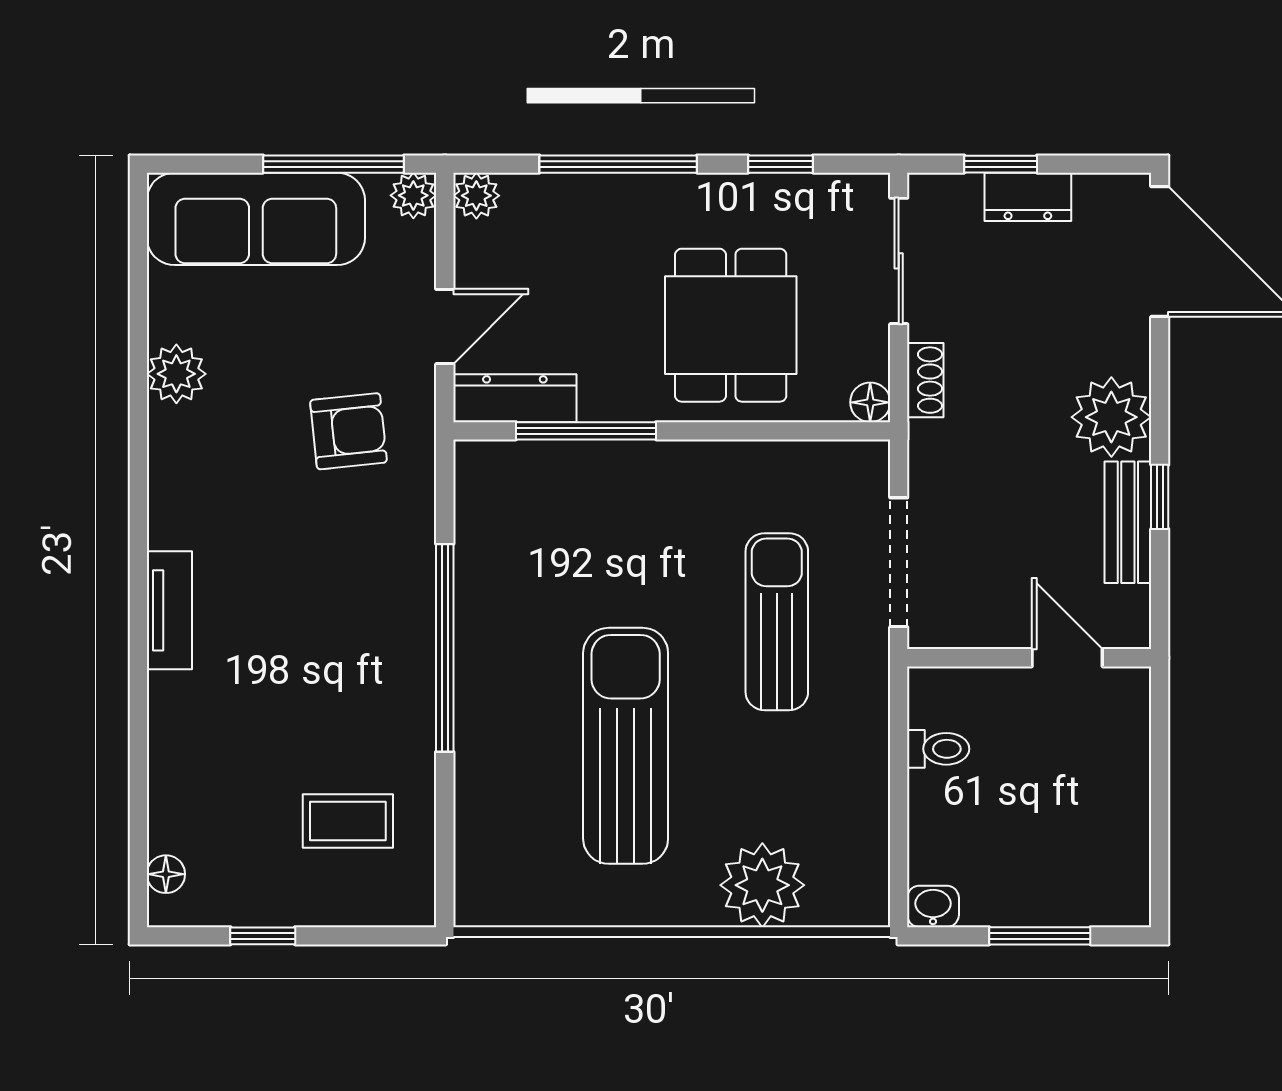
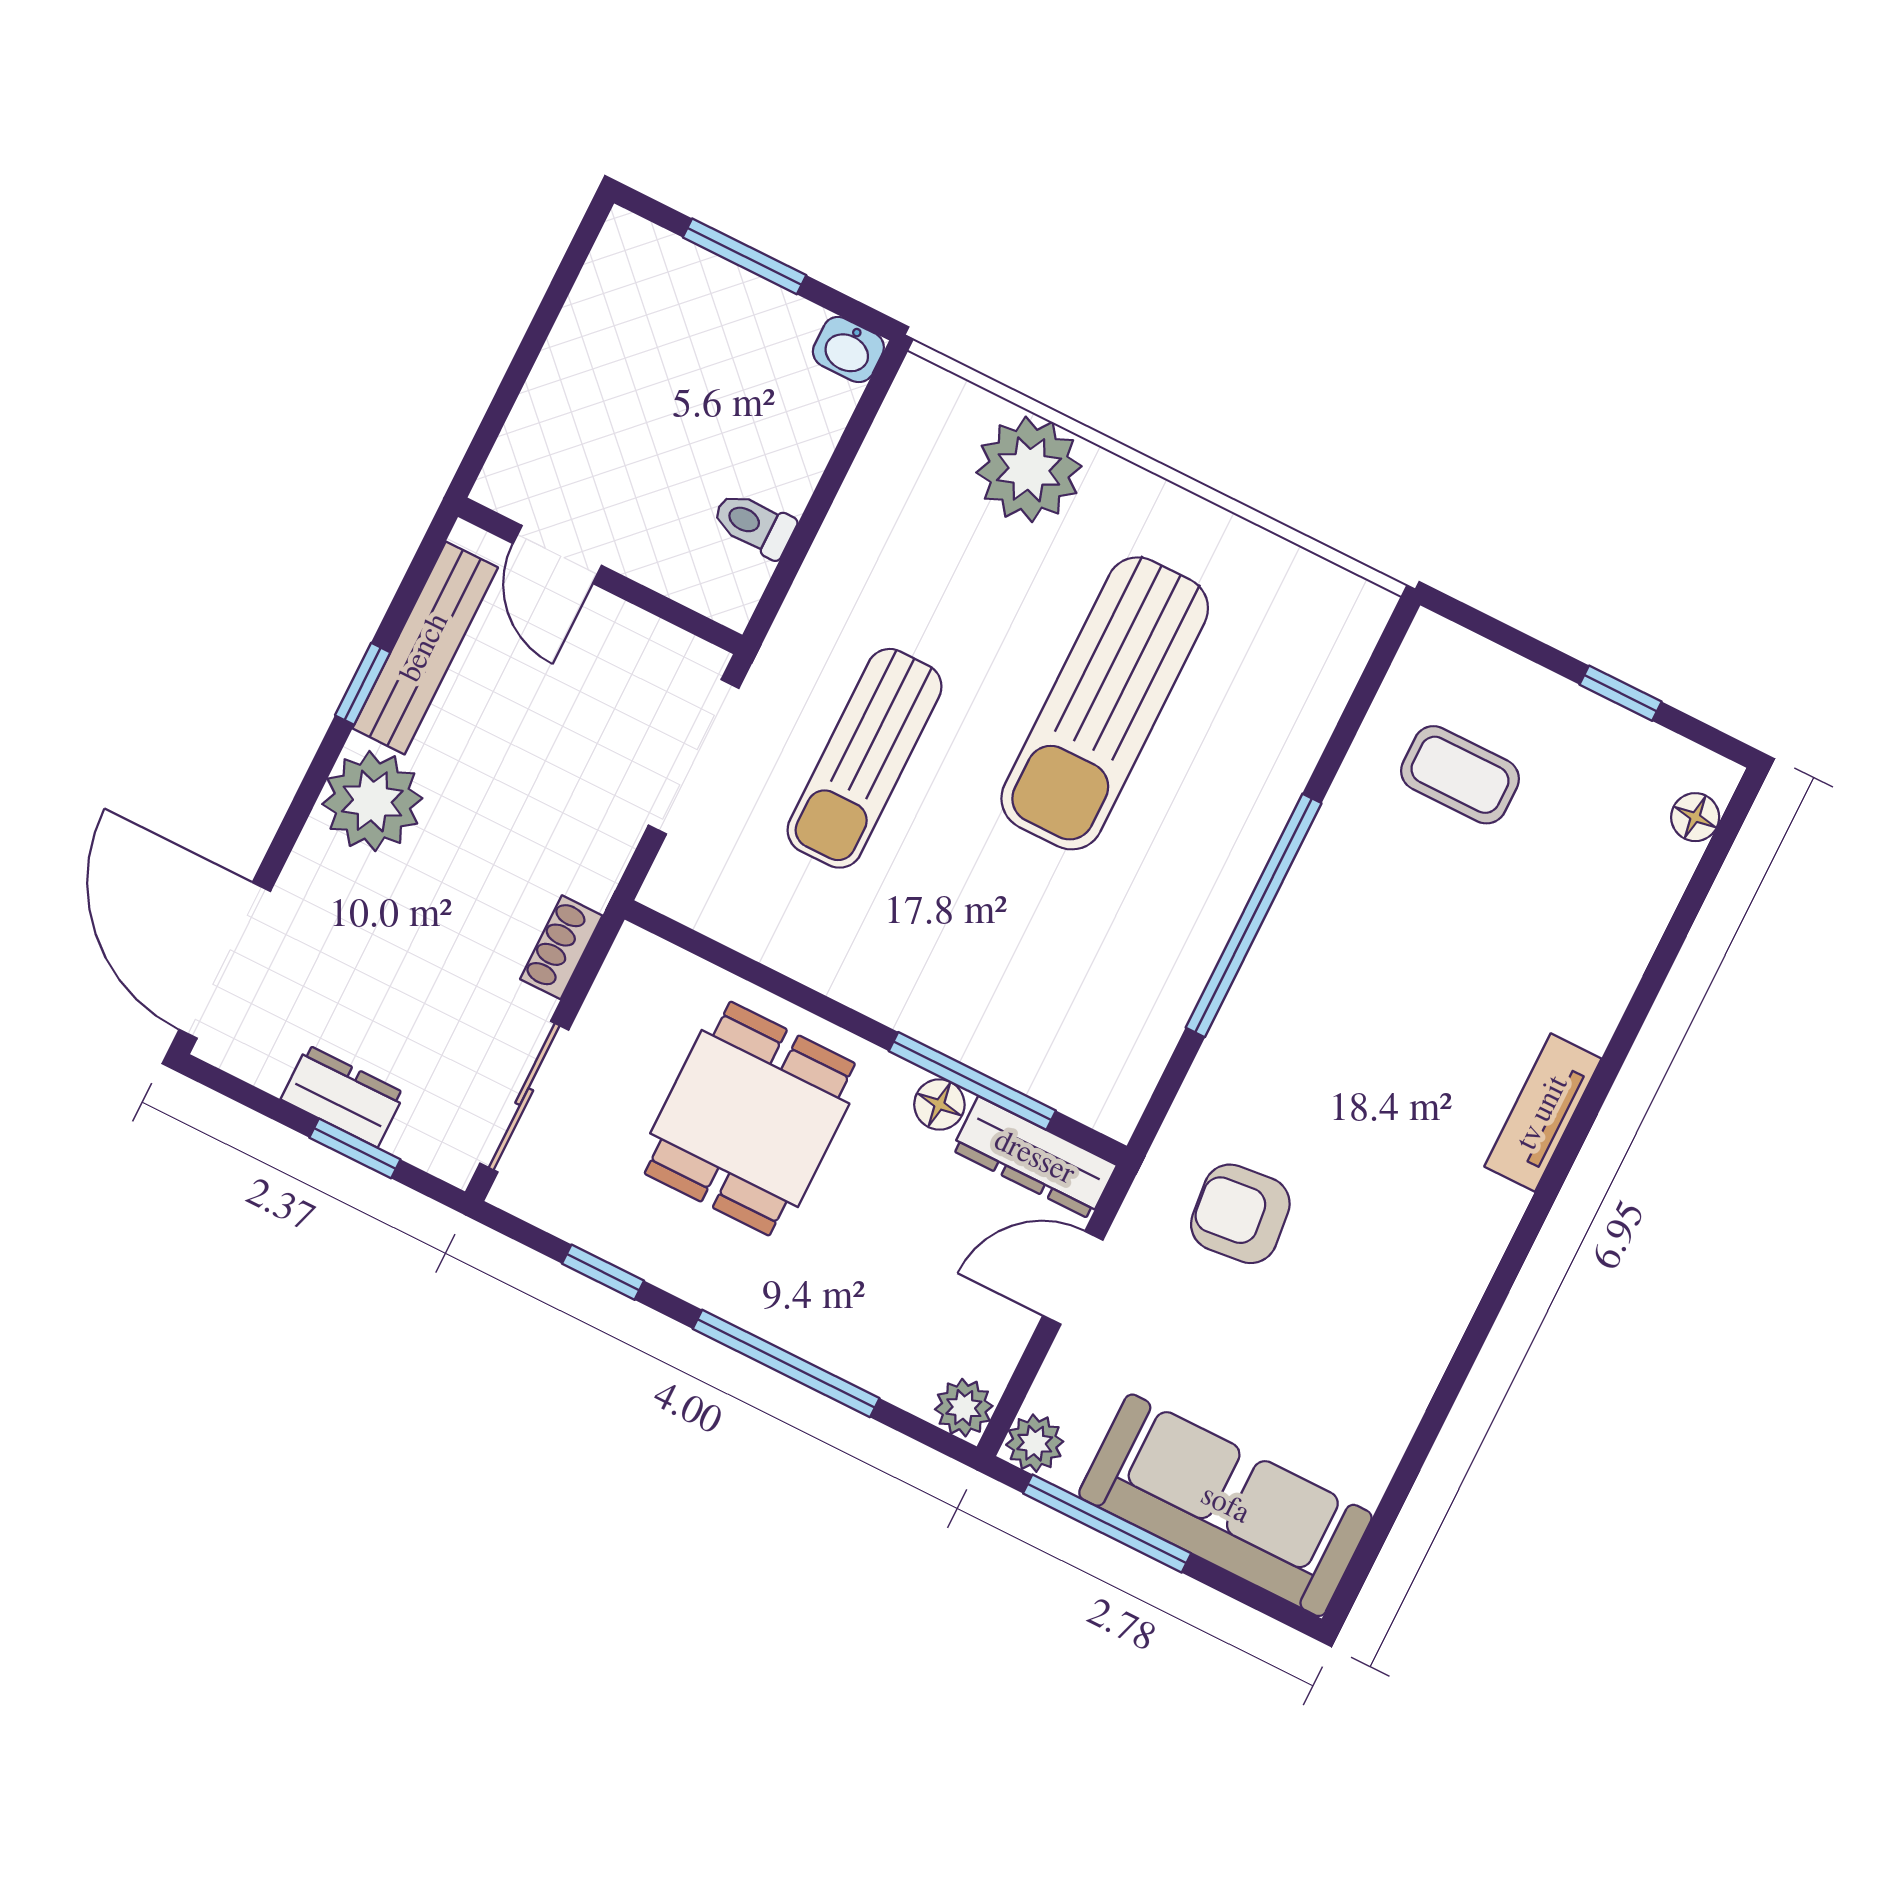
plant: (176, 374) -> (1402, 1375), removed
floor lamp: (870, 402) -> (939, 1105), moved
bench: (1128, 522) -> (425, 648), width x1.36

